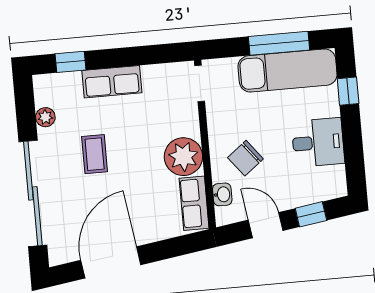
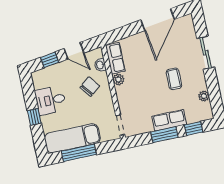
window: (124, 57) -> (164, 135), added
window: (348, 91) -> (34, 117), moved
plant: (183, 157) -> (118, 80), width x0.53, depth x0.53
sliding door: (33, 193) -> (206, 53), width x0.54

